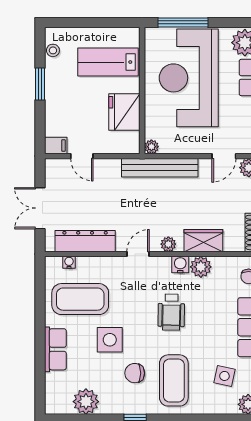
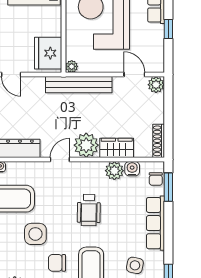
fridge: (124, 112) -> (48, 53), moved
door: (224, 156) -> (134, 75), swing flipped
plant: (168, 244) -> (86, 145), width x1.88, depth x1.88
water cooler: (180, 265) -> (132, 169), moved

